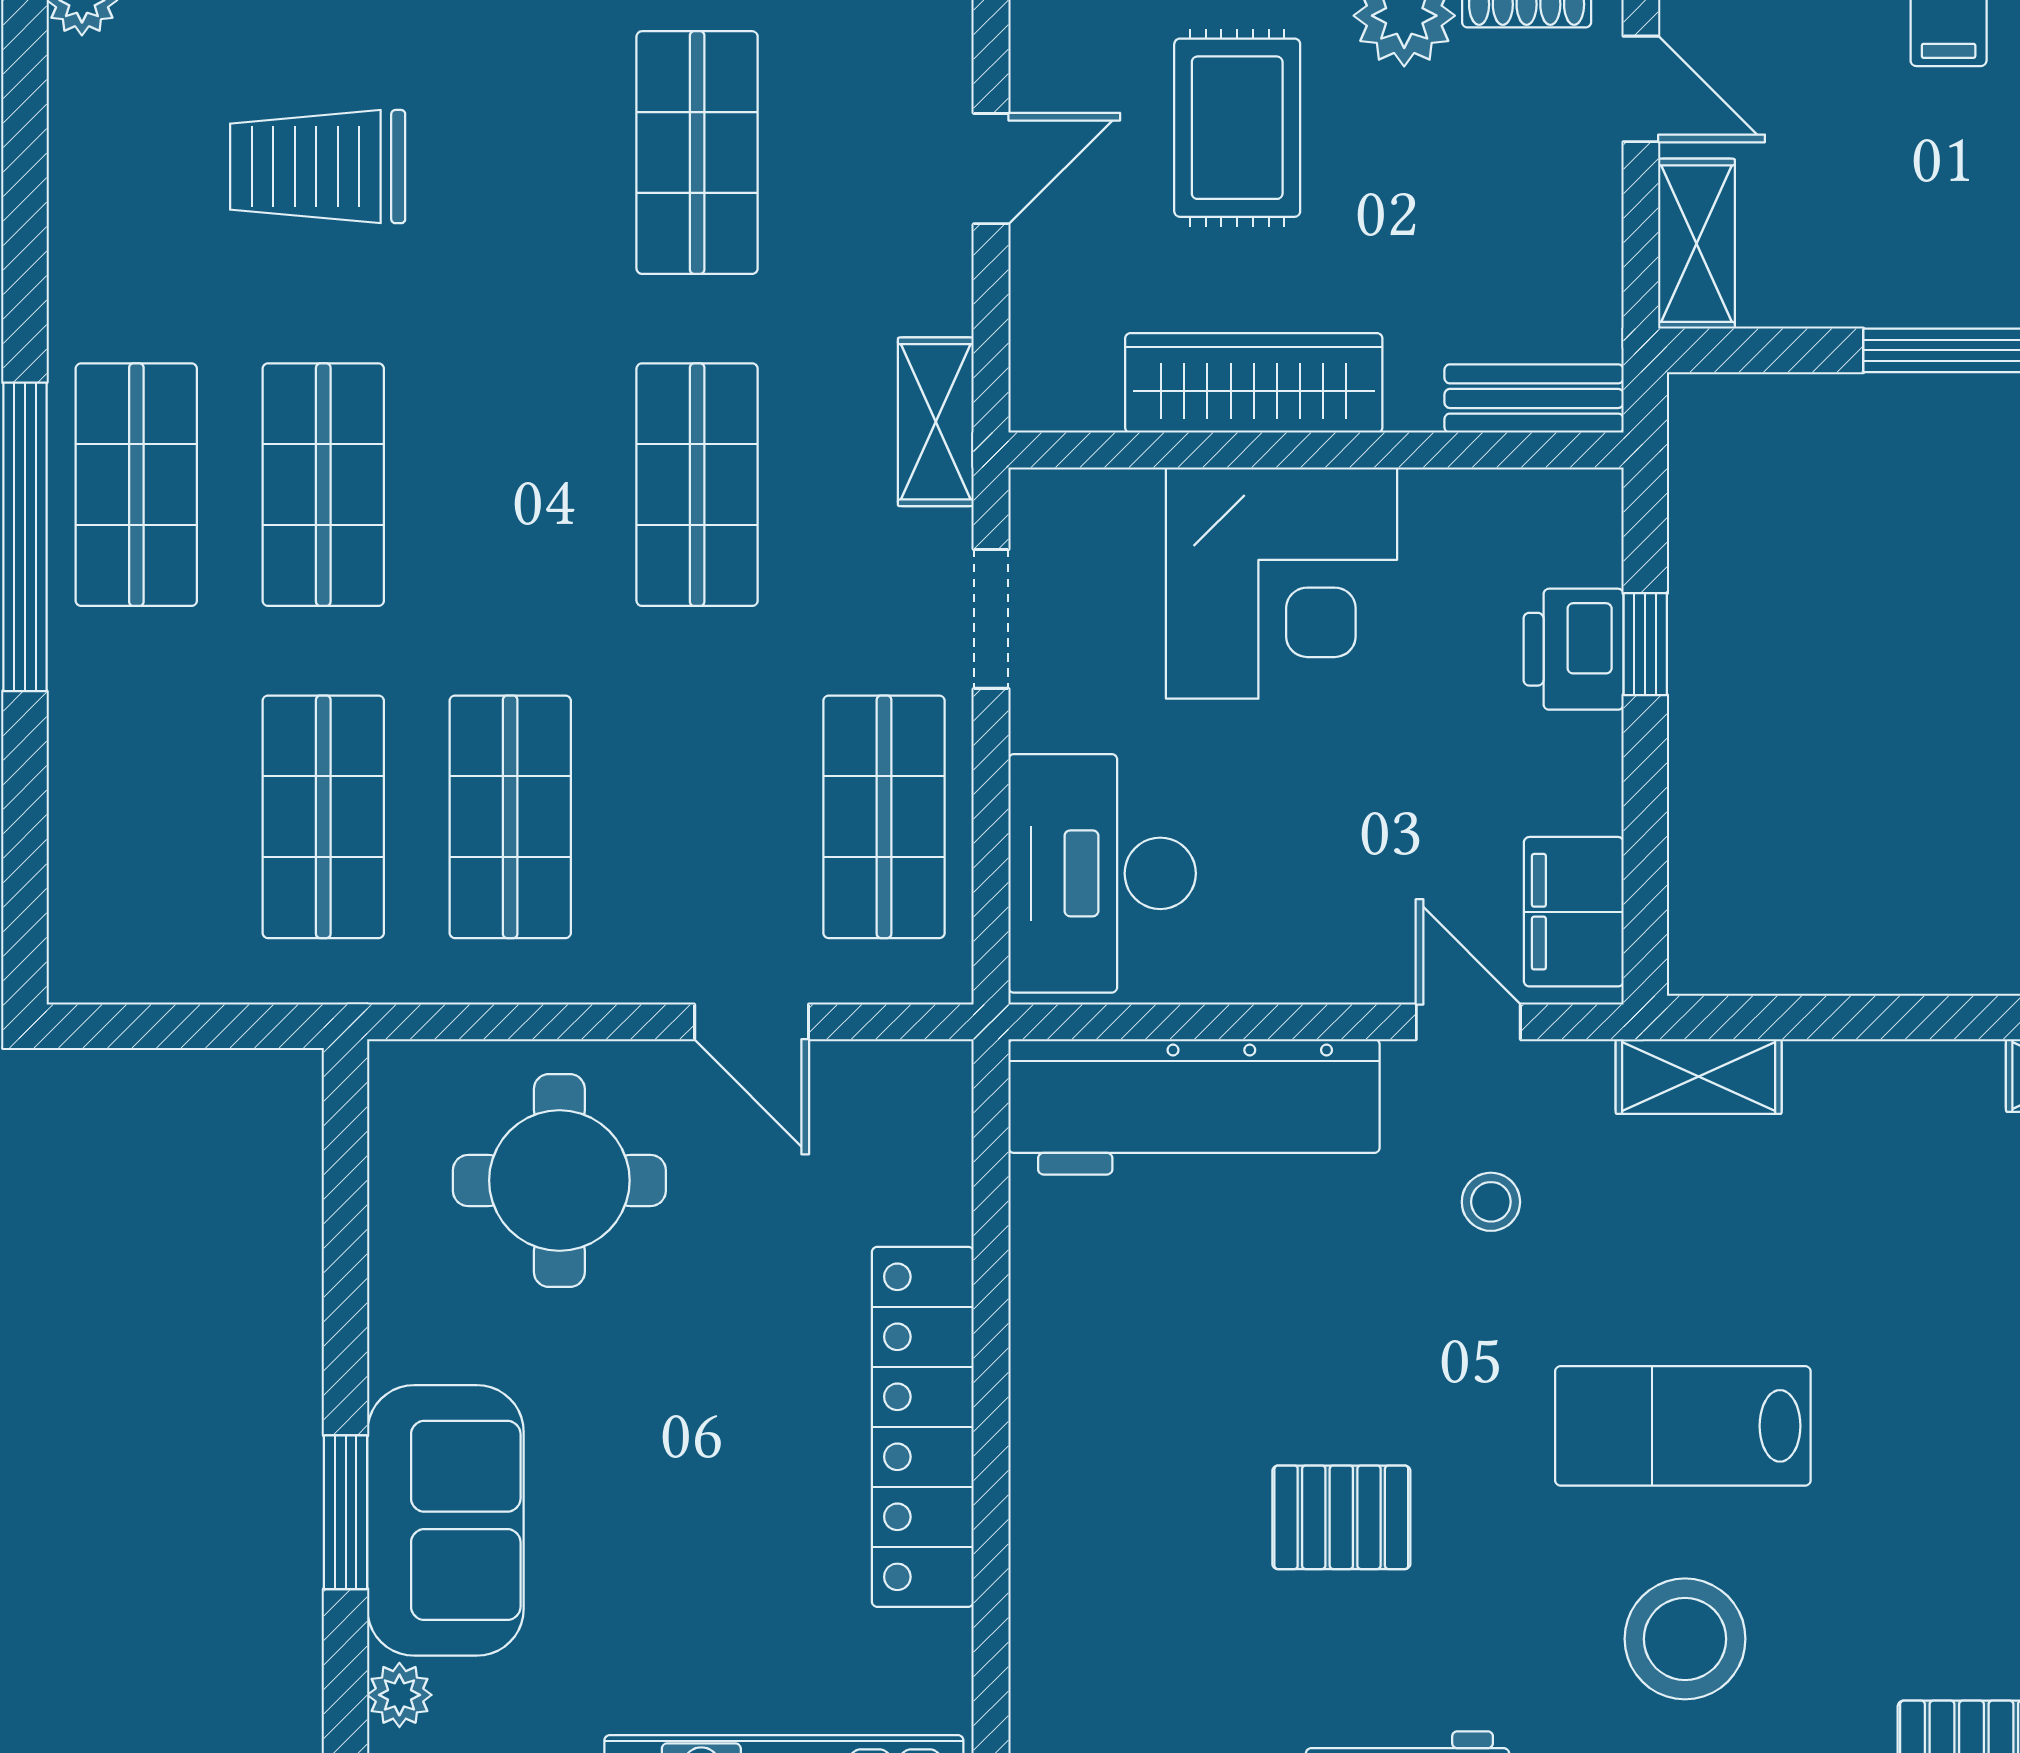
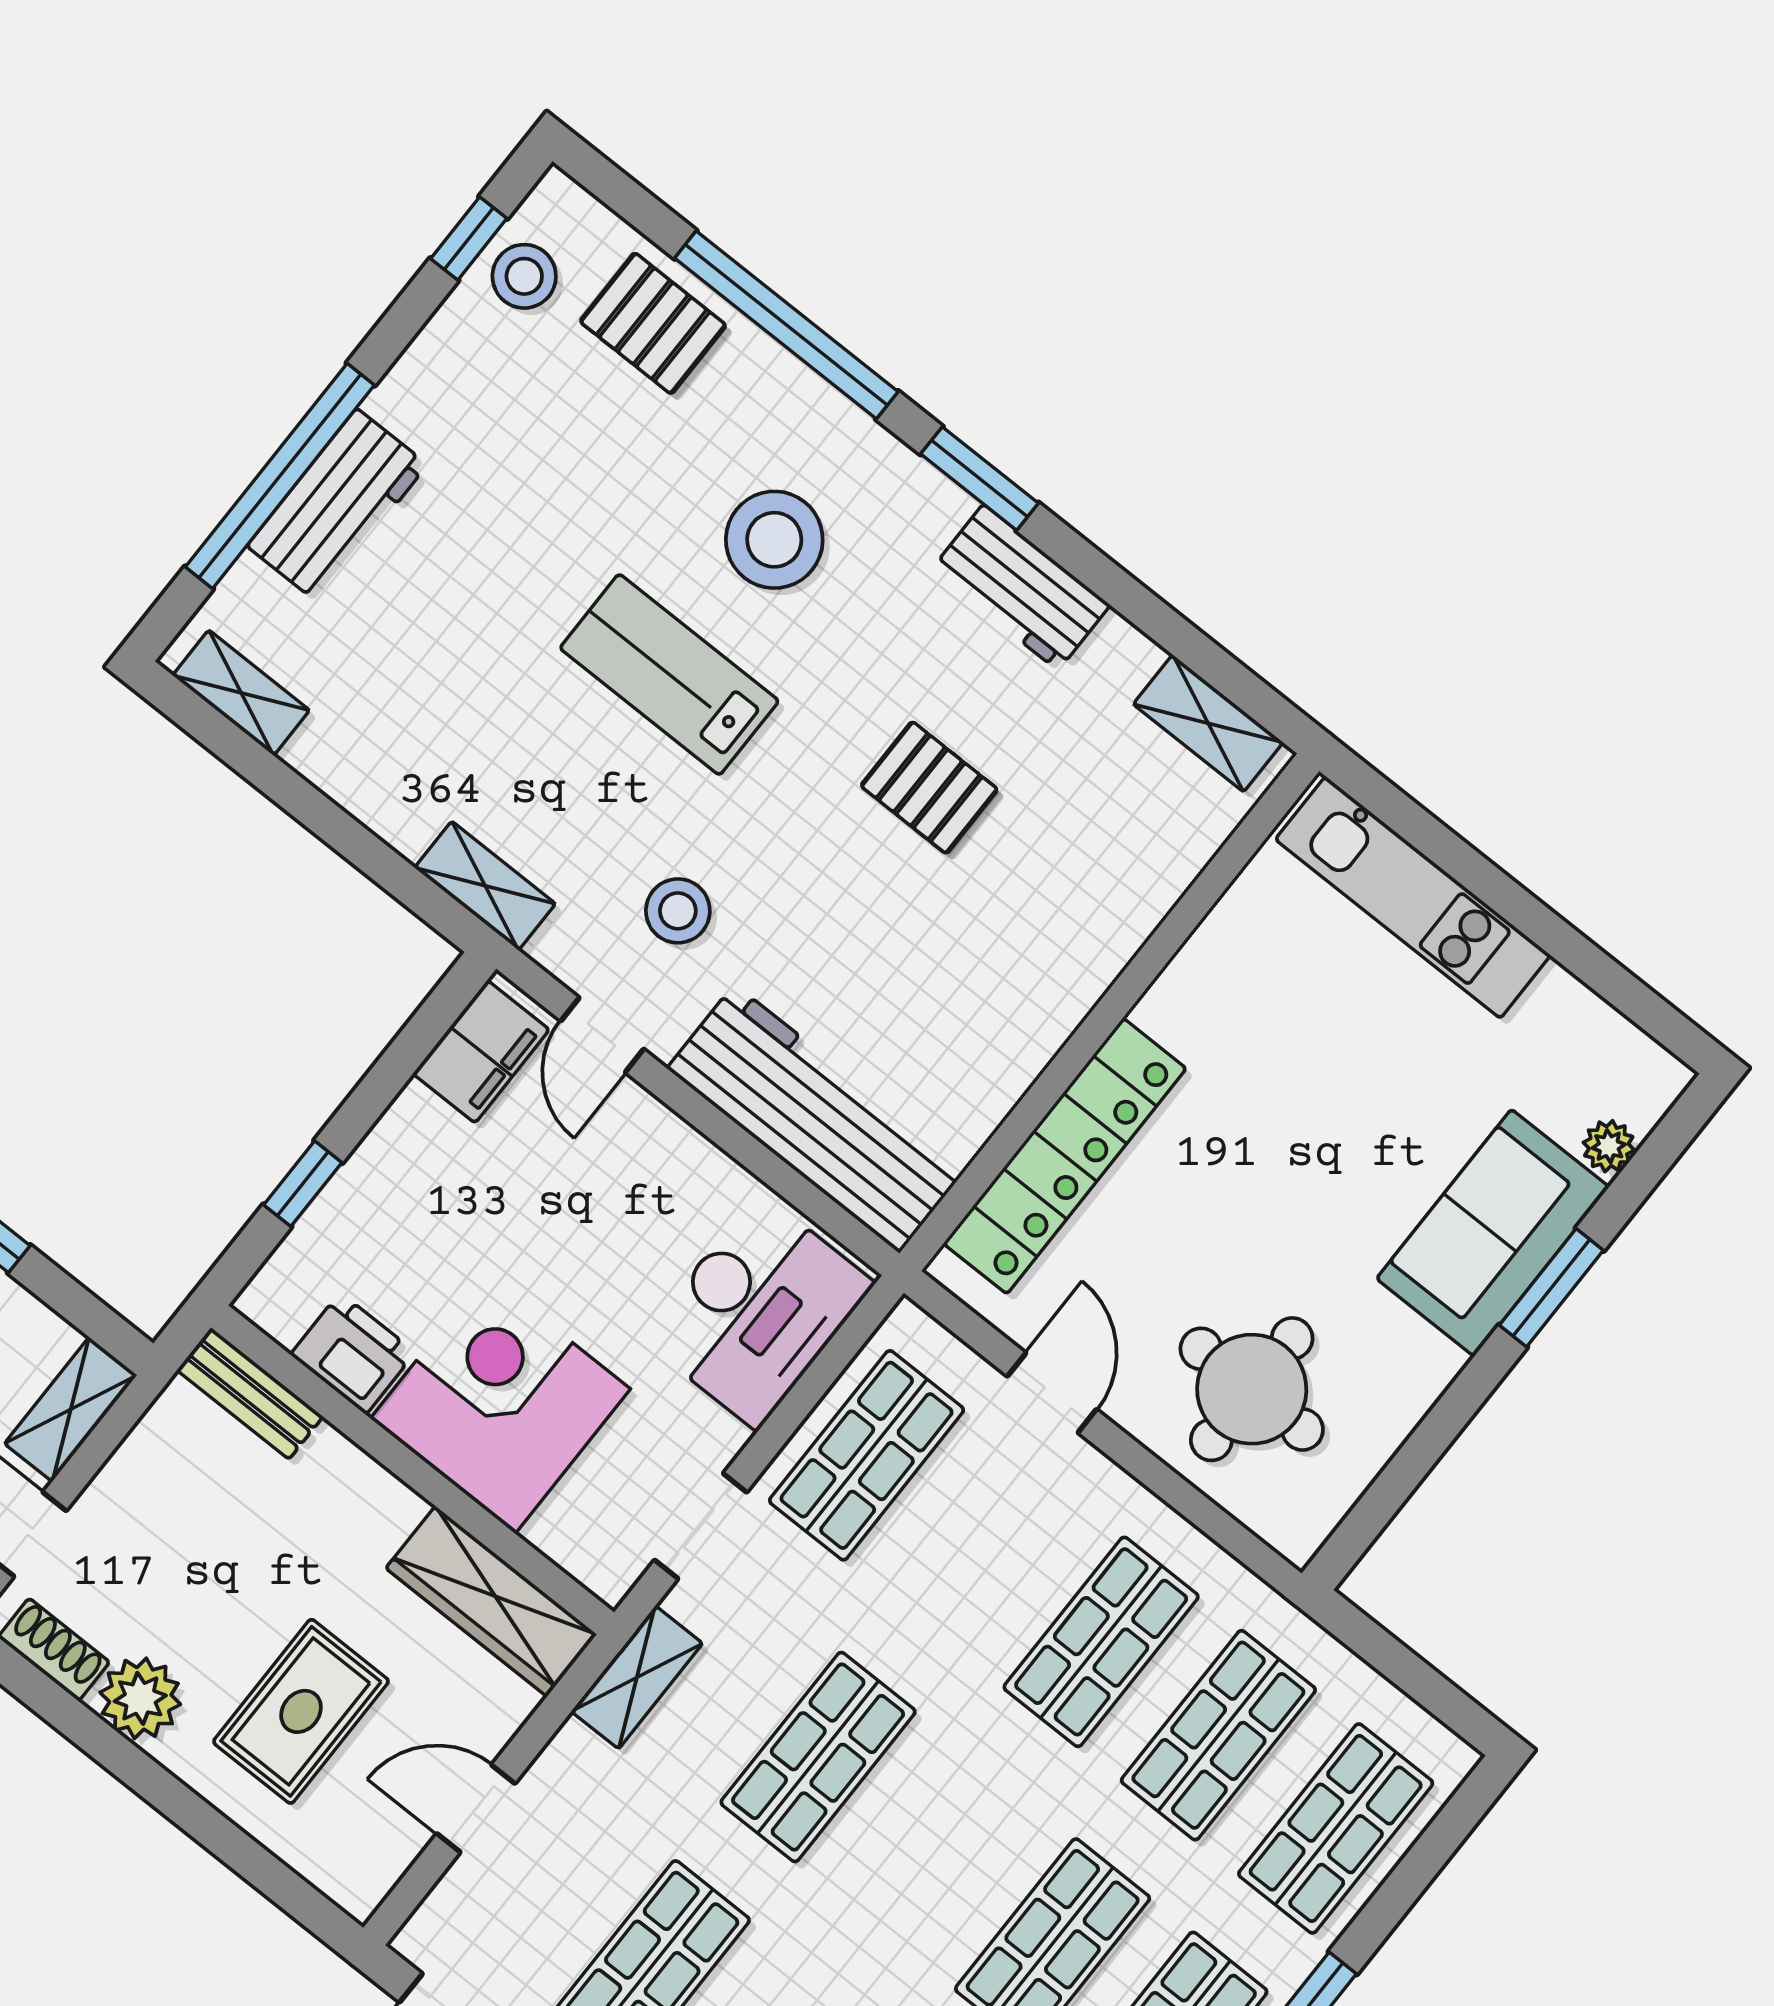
wardrobe: (1254, 383) -> (491, 1601), moved
printer: (1574, 649) -> (353, 1353), moved, turned -90
shop shelf: (136, 817) -> (1336, 1828), added
stool: (1491, 1202) -> (678, 911), width x1.37, depth x1.37
lab bench: (1683, 1426) -> (669, 674), turned 180
locker: (923, 1427) -> (1065, 1156), moved

